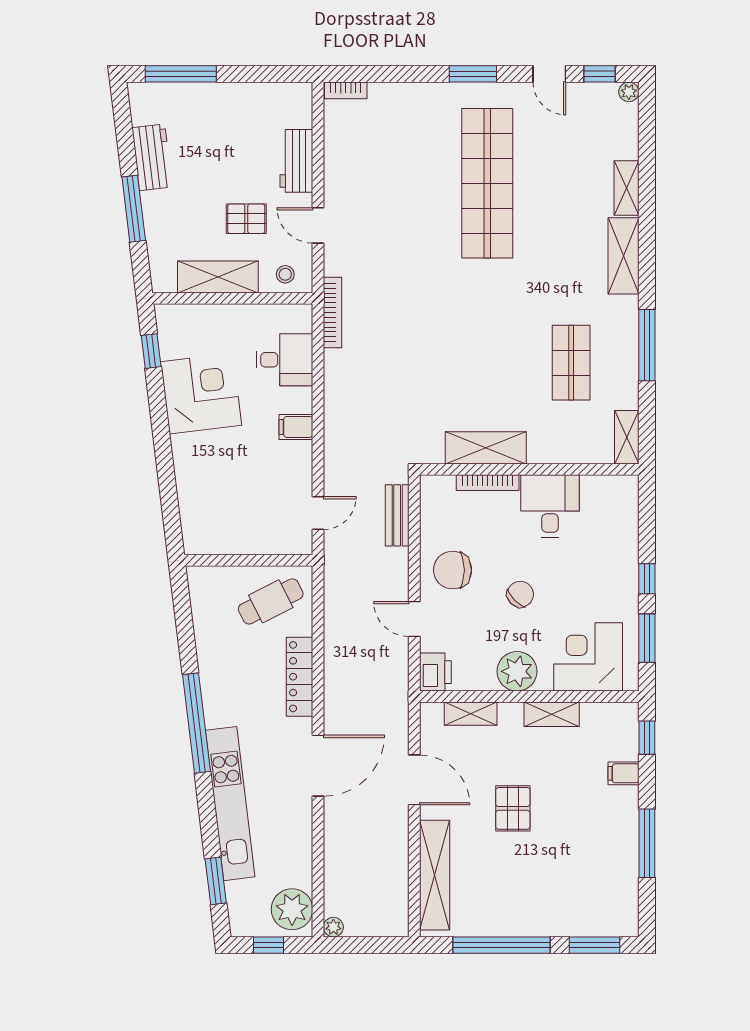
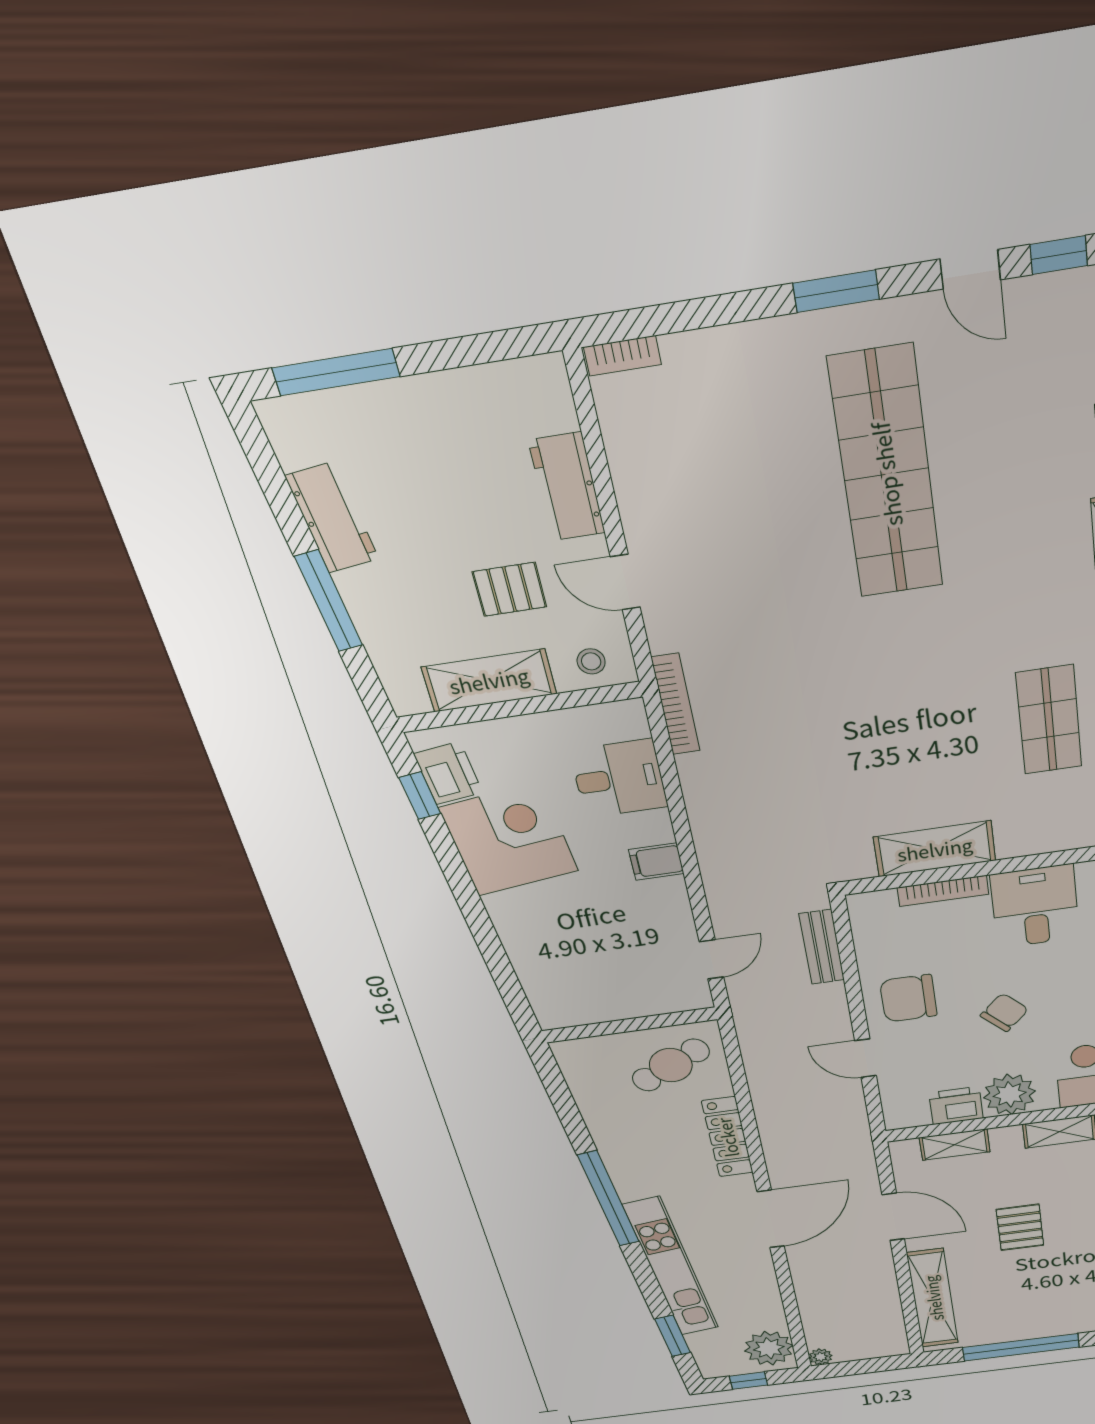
printer: (174, 338) -> (448, 773), added
printer: (435, 672) -> (956, 1106), moved, turned -90

